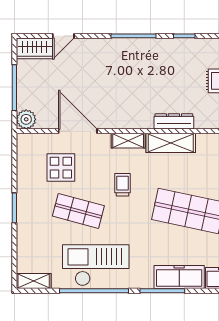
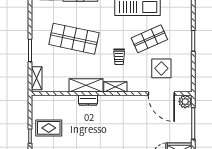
dresser: (174, 121) -> (88, 100), width x0.70
door: (78, 131) -> (161, 93), moved
shop shelf: (78, 211) -> (149, 39), turned -39

